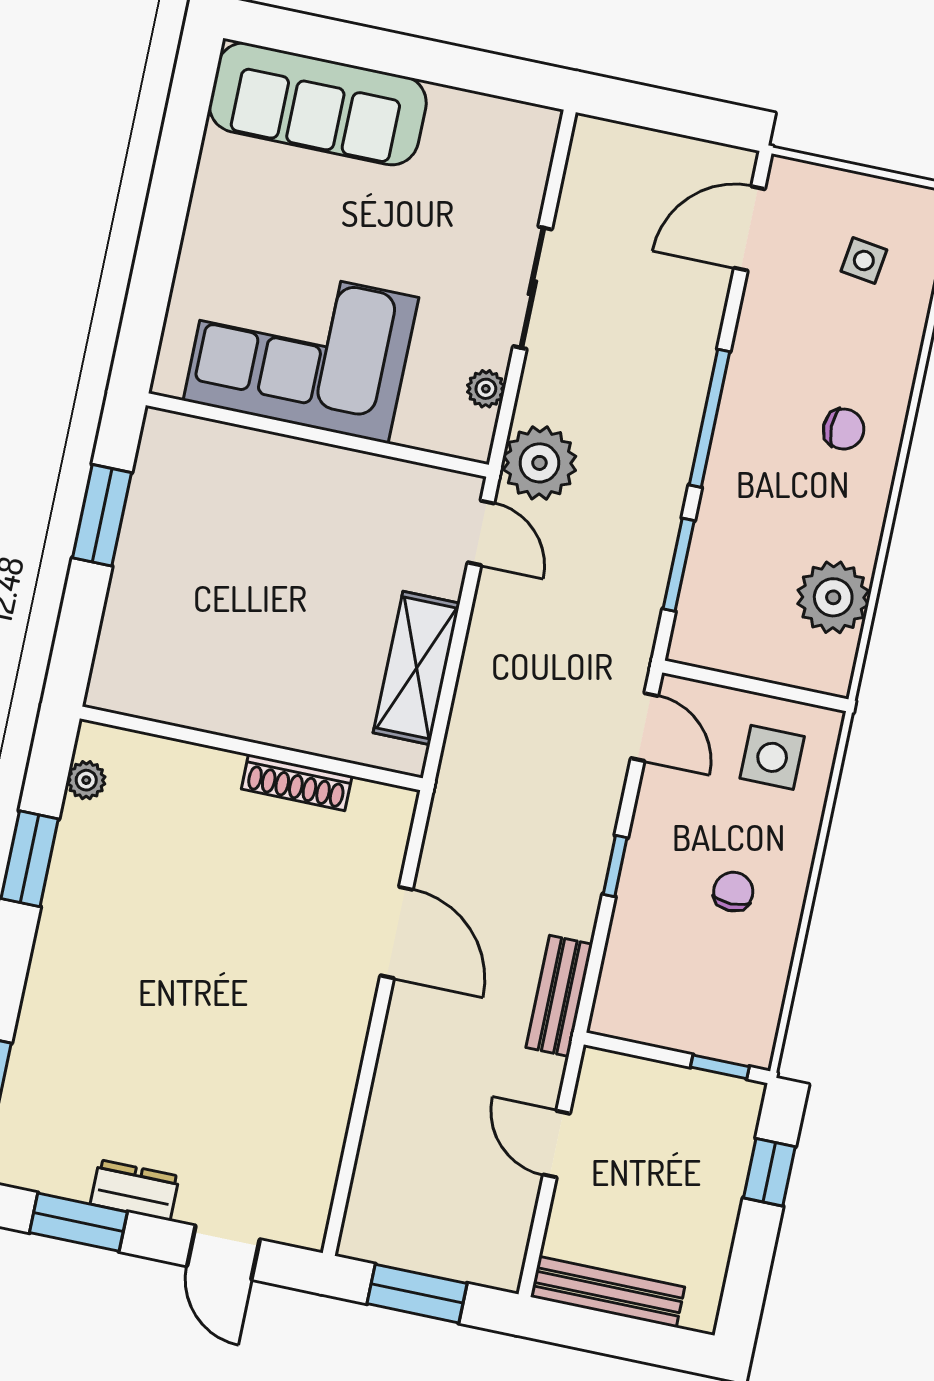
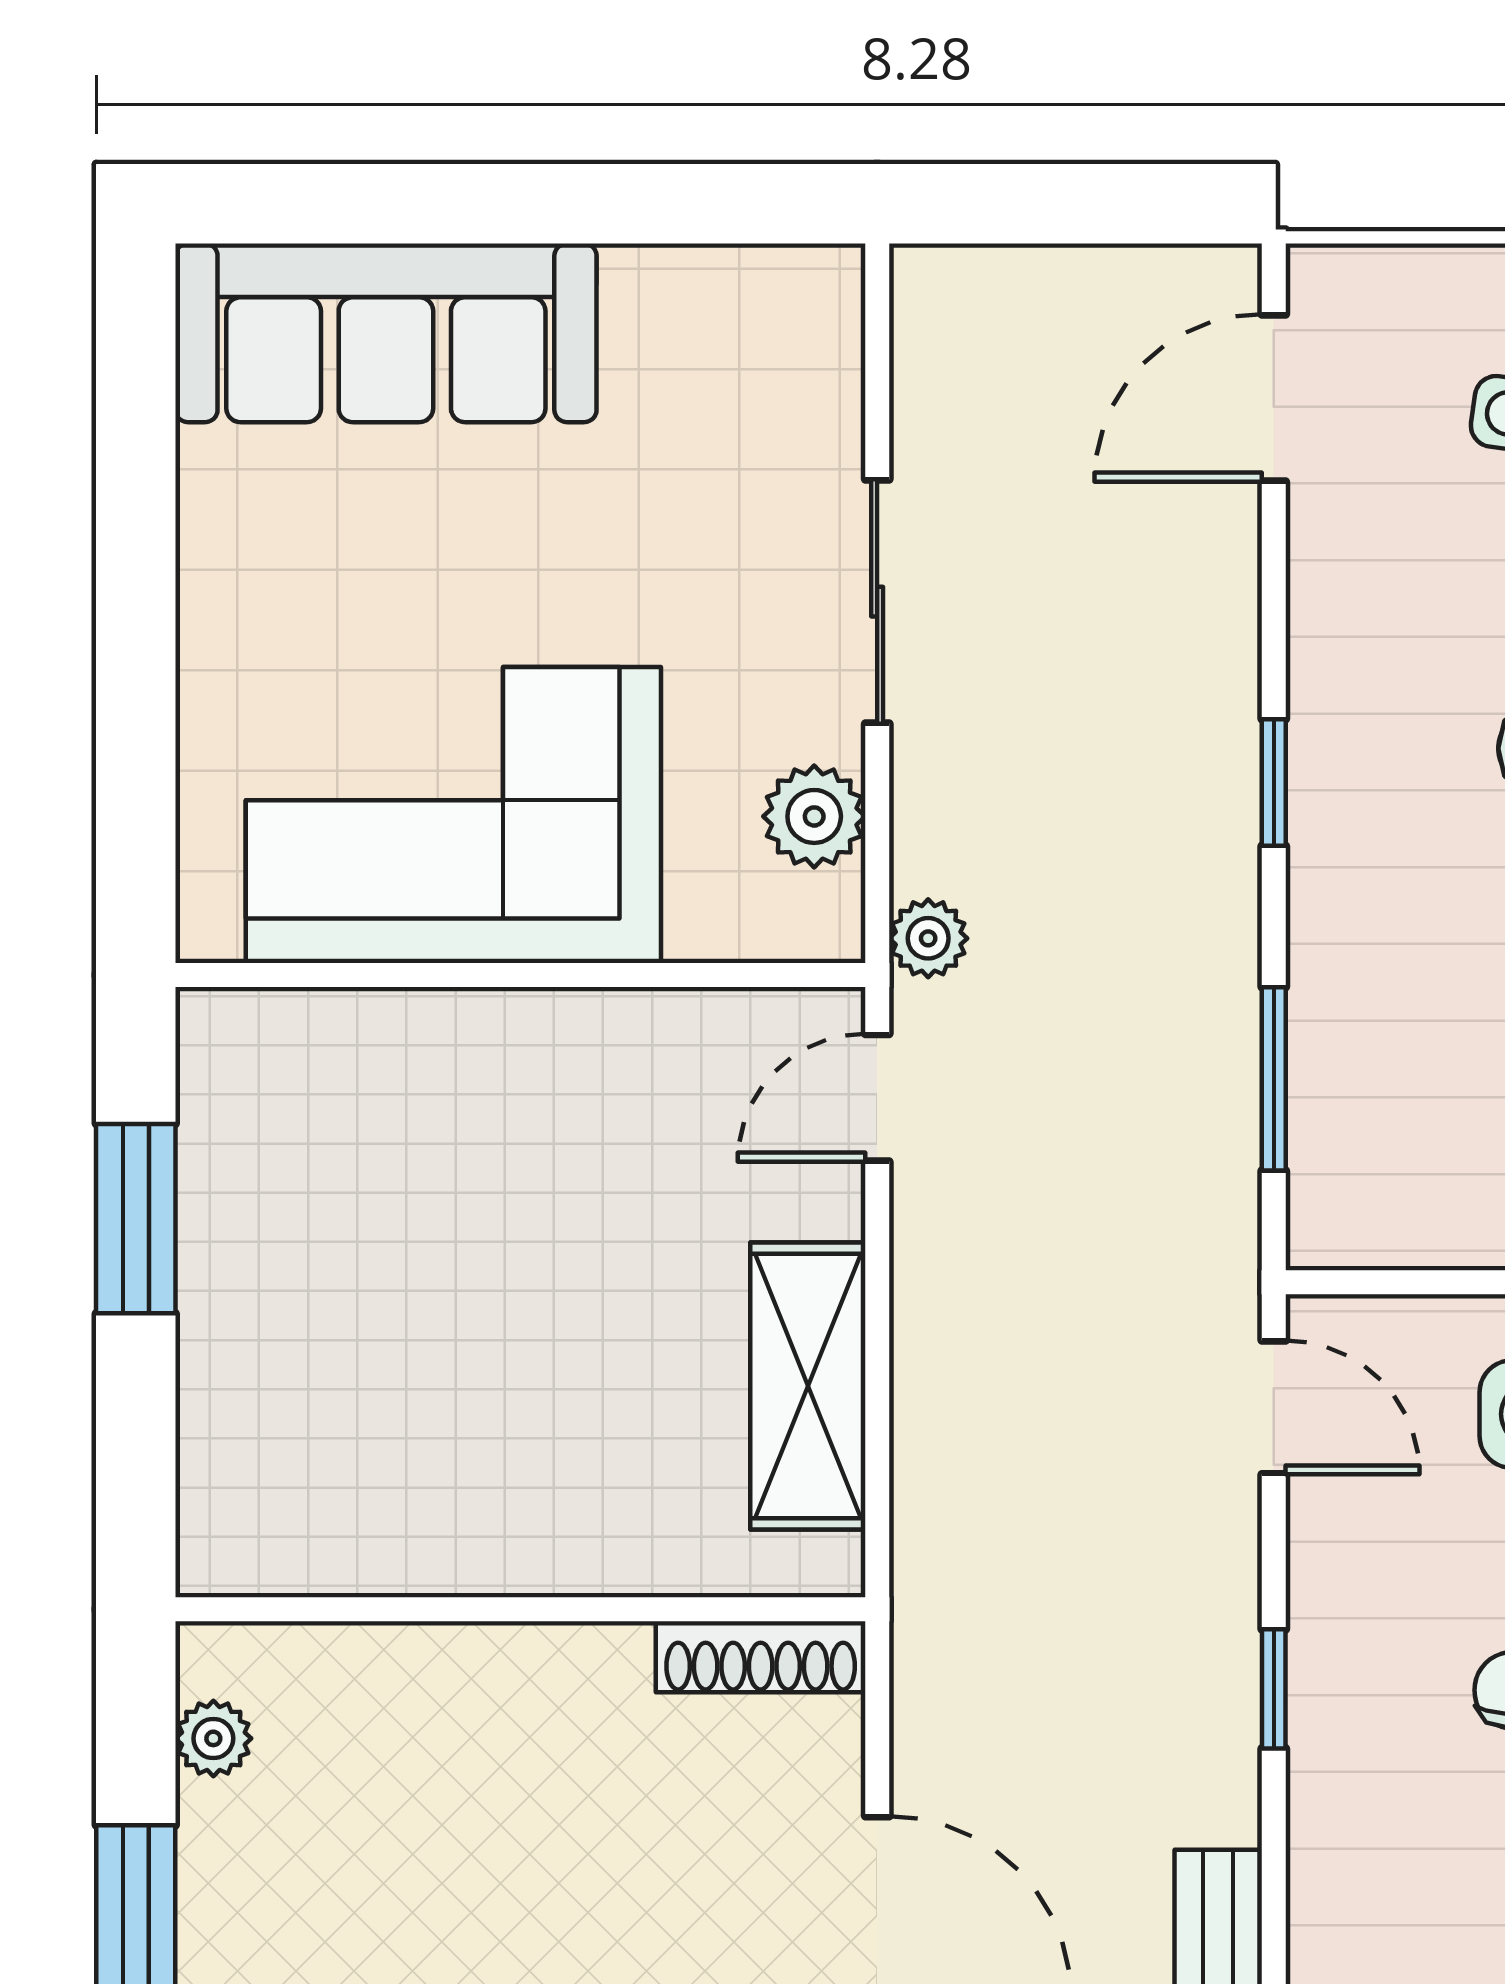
plant: (486, 389) -> (814, 816), width x1.38, depth x1.38
window: (709, 418) -> (1274, 782), width x0.46
plant: (539, 463) -> (928, 938), width x0.53, depth x0.53
door: (481, 533) -> (877, 1098), swing flipped
shoe rack: (297, 782) -> (761, 1657), moved

